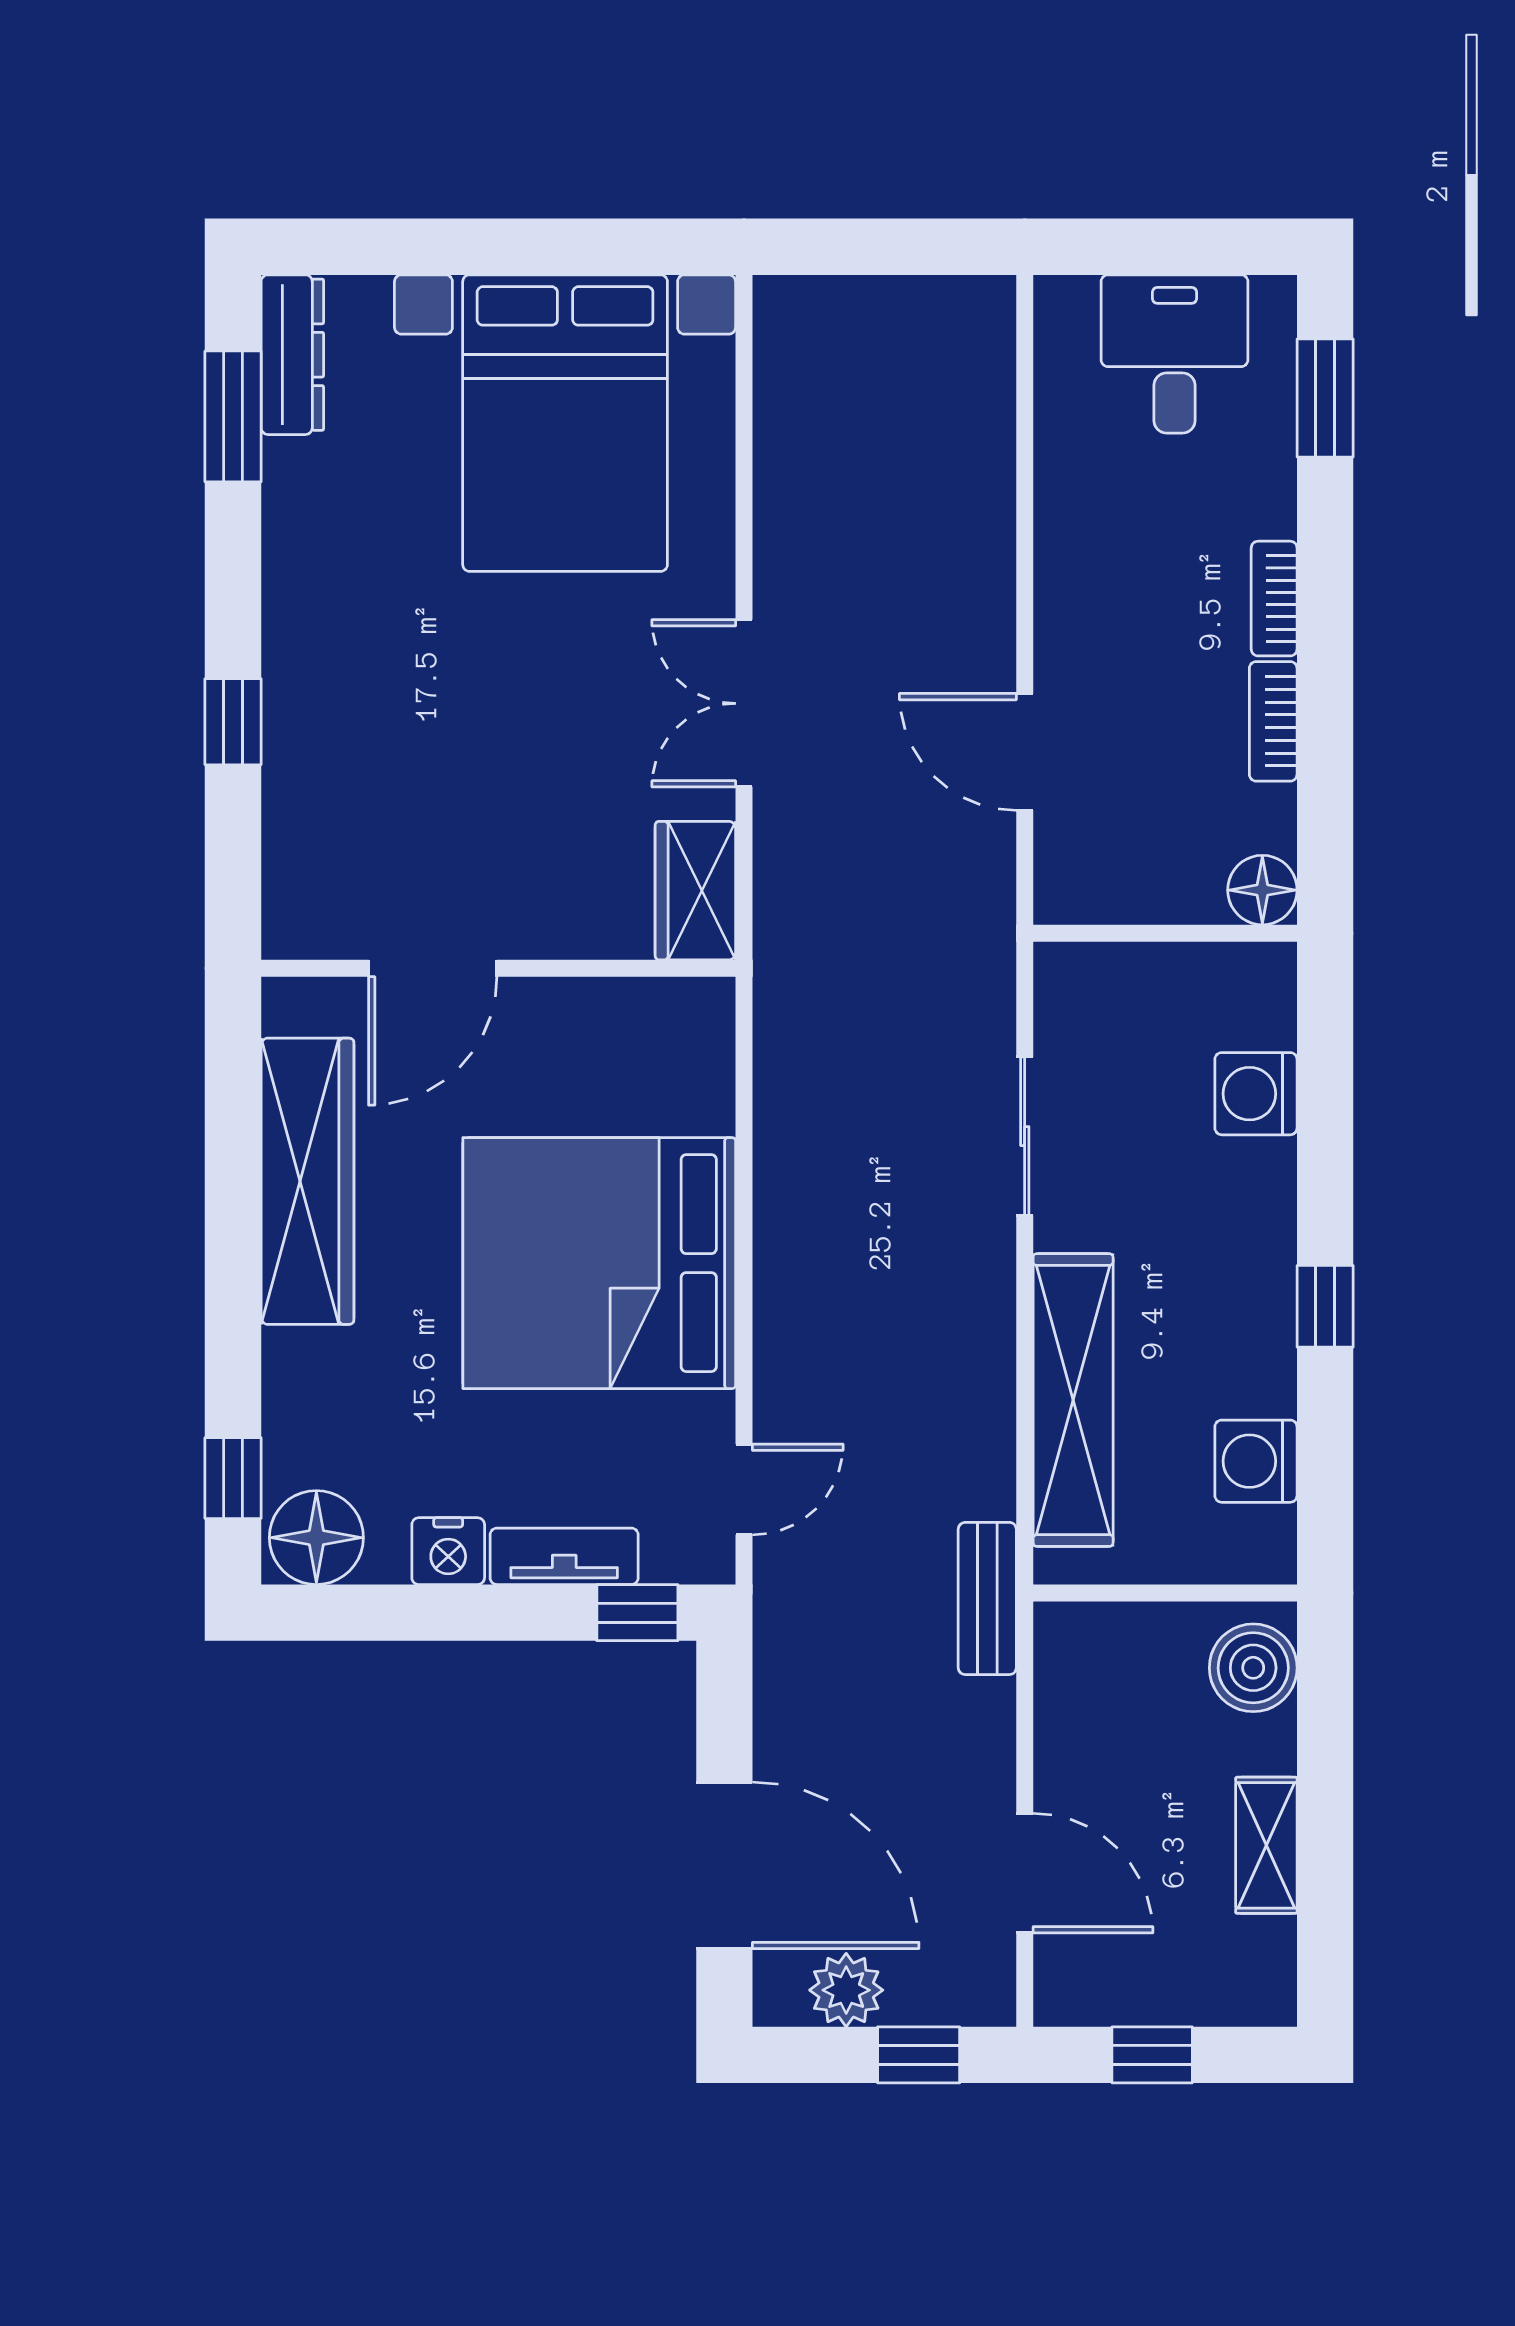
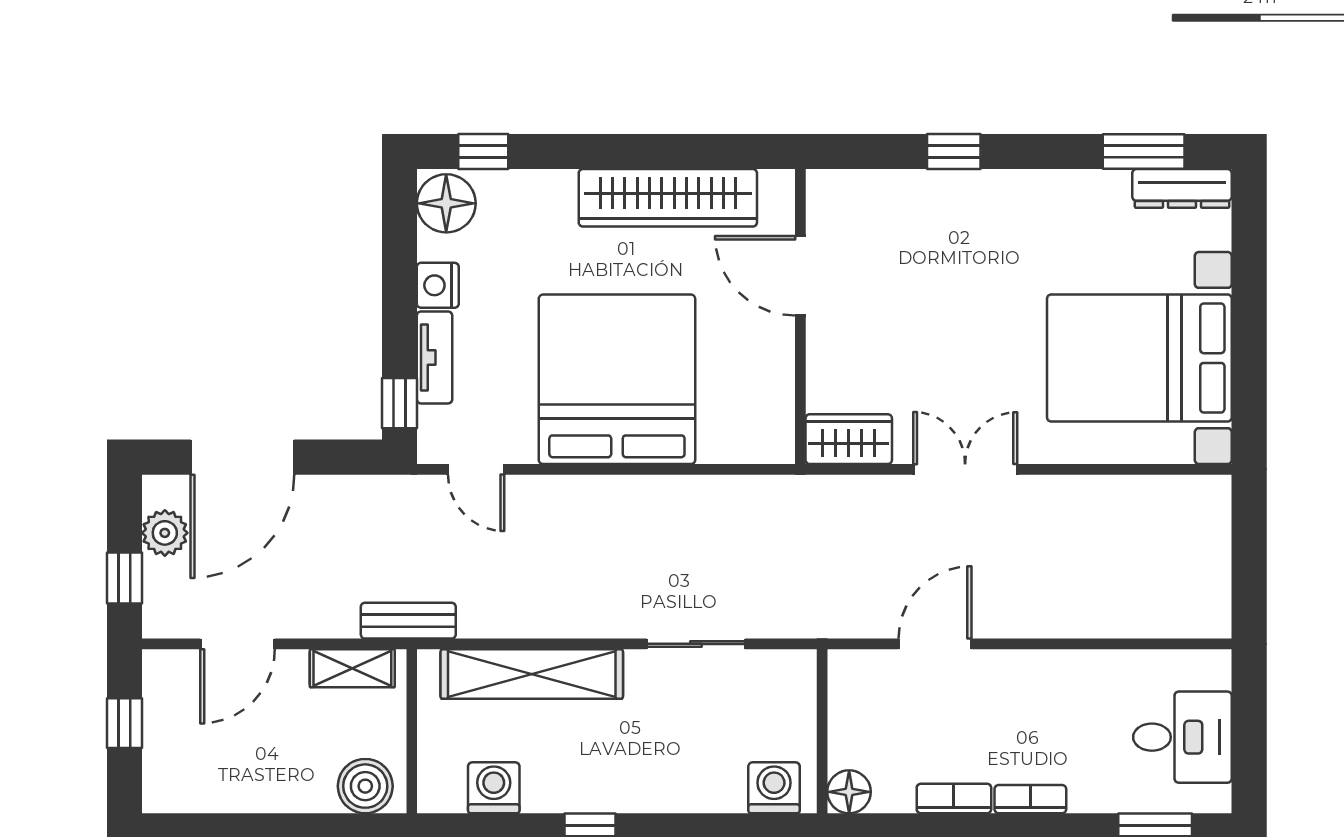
washing machine: (1256, 1094) -> (774, 788), moved
shelving: (1266, 1845) -> (352, 668), moved

